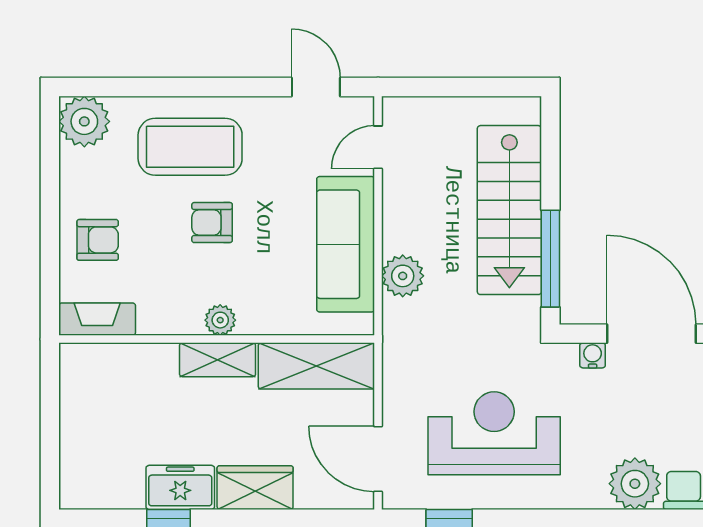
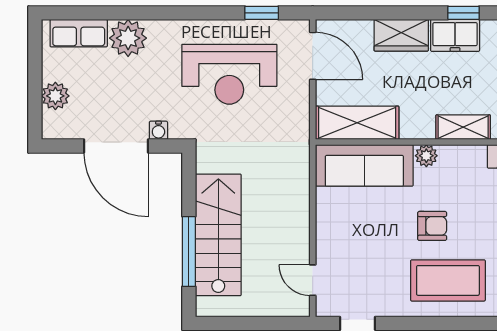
door: (378, 147) -> (313, 280), swing flipped
sofa: (346, 244) -> (364, 165), moved, turned 90
window: (550, 259) -> (189, 252), moved
plant: (403, 276) -> (295, 187), removed
shelving: (218, 360) -> (463, 127), moved

